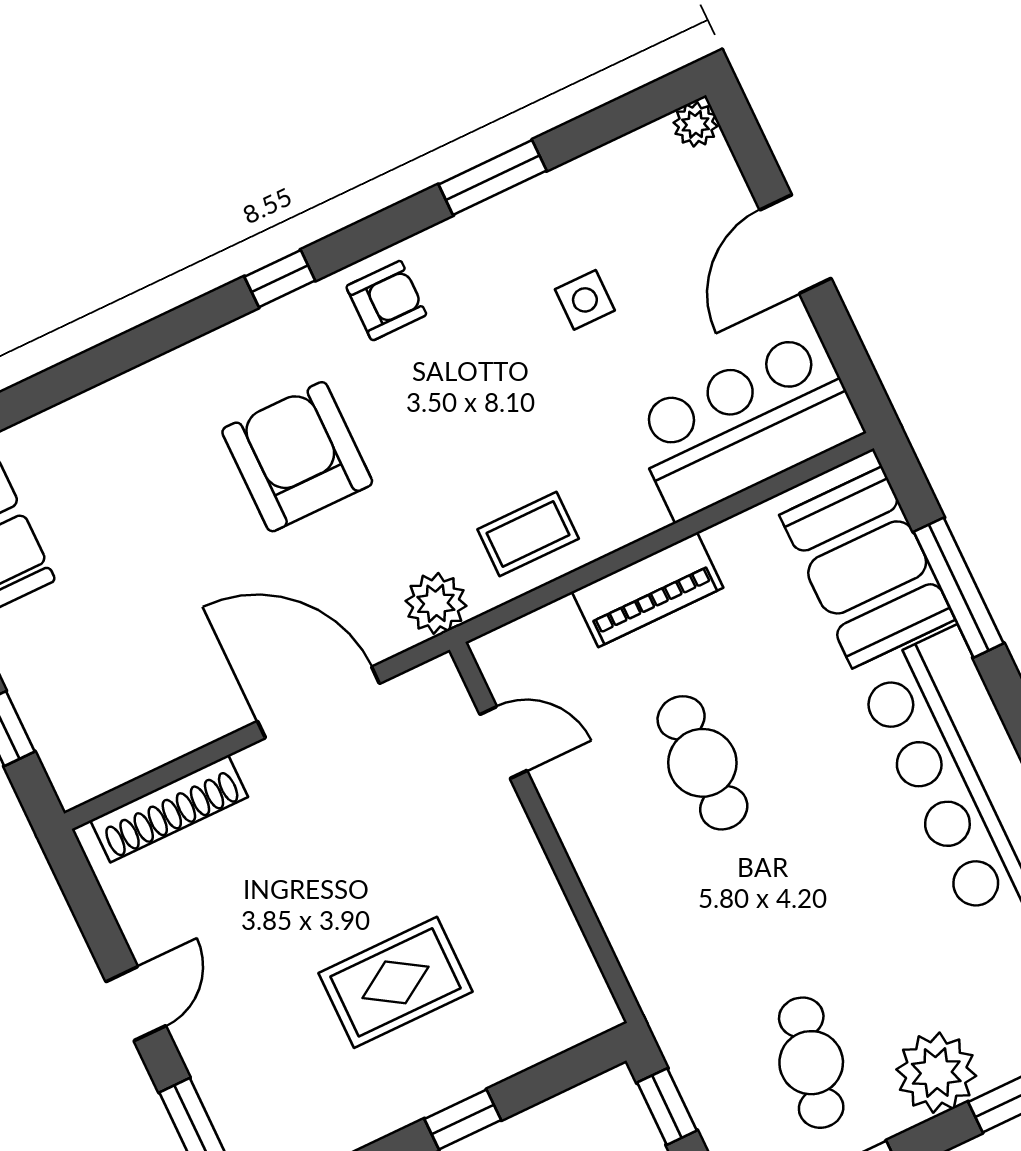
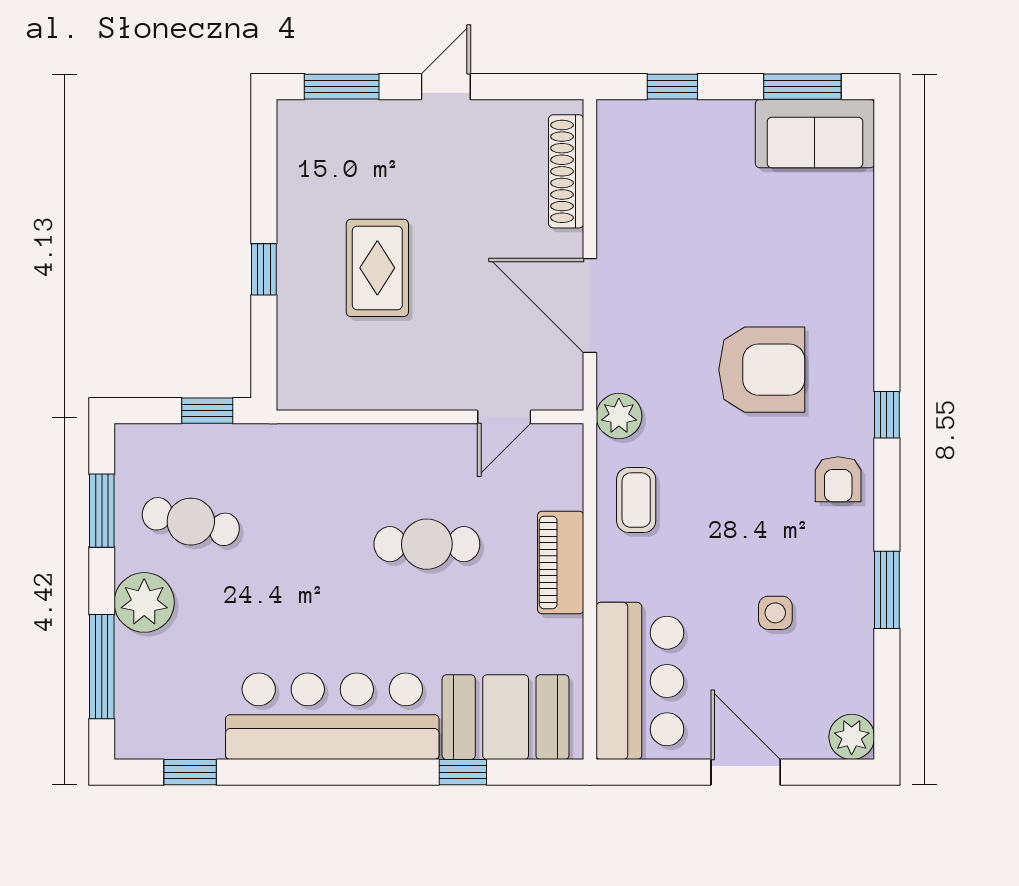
plant: (695, 124) -> (852, 737), width x1.38, depth x1.38
window: (959, 588) -> (463, 772), width x0.46
door: (319, 702) -> (590, 306), swing flipped
door: (136, 1004) -> (446, 87), swing flipped

